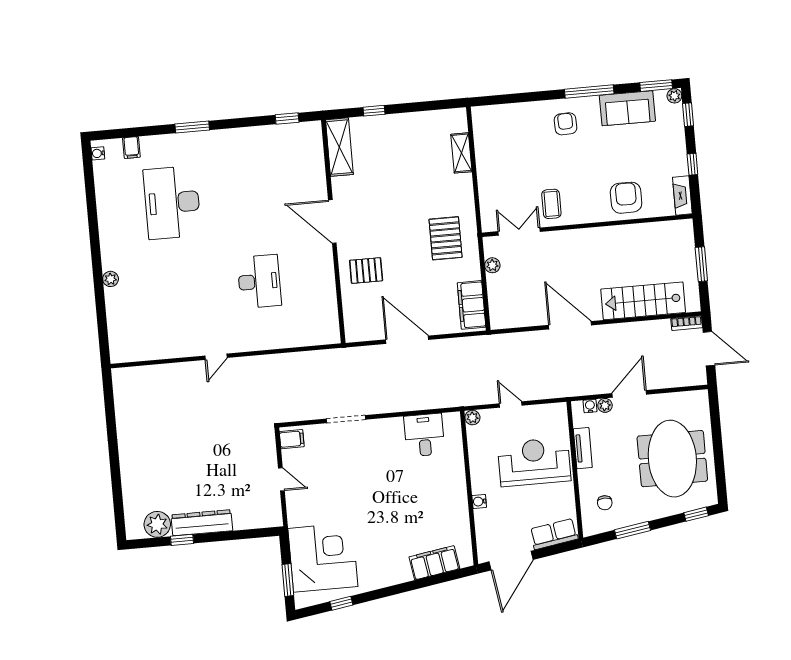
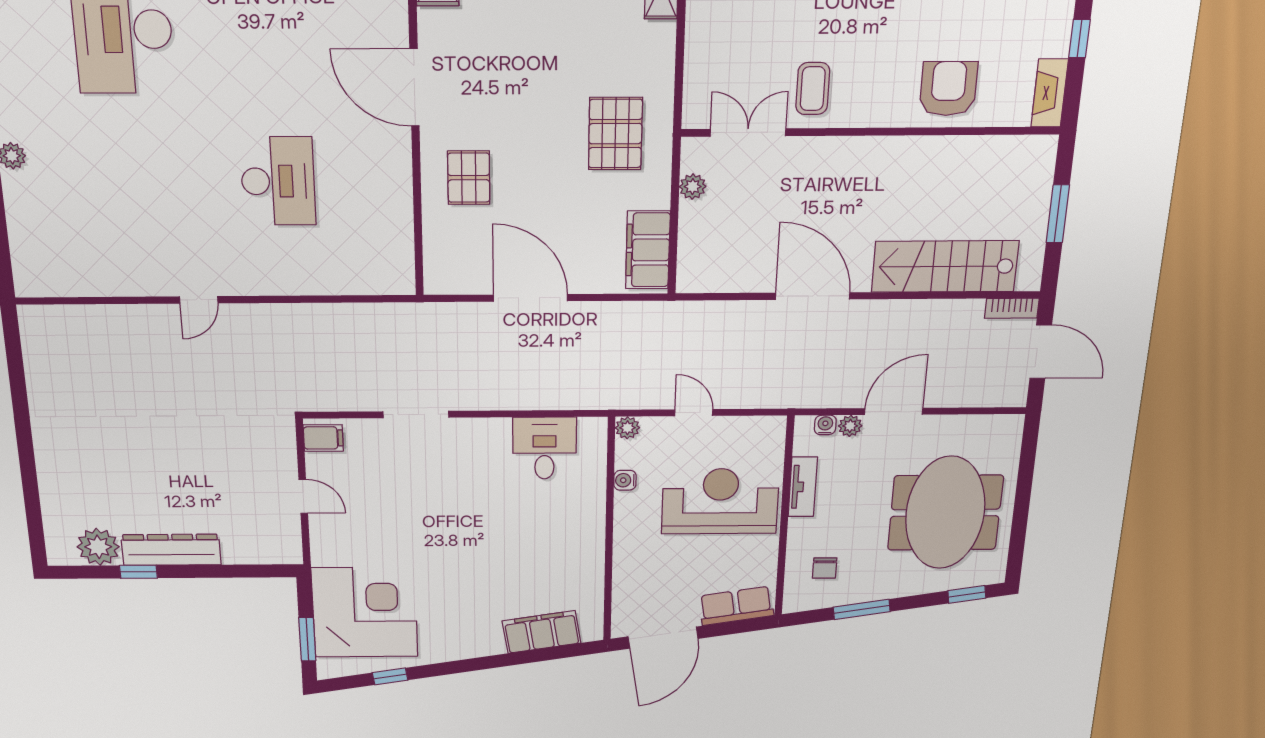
pallet: (366, 271) -> (469, 178), turned 90
water cooler: (479, 501) -> (625, 480), moved

